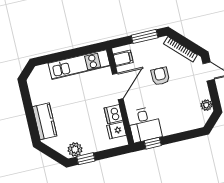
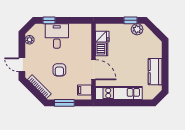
door: (118, 86) -> (93, 70), swing flipped
kitchen counter: (45, 121) -> (155, 72), moved
desk: (145, 124) -> (57, 36), moved
window: (153, 143) -> (49, 20), moved

